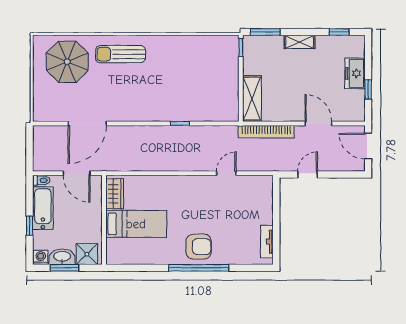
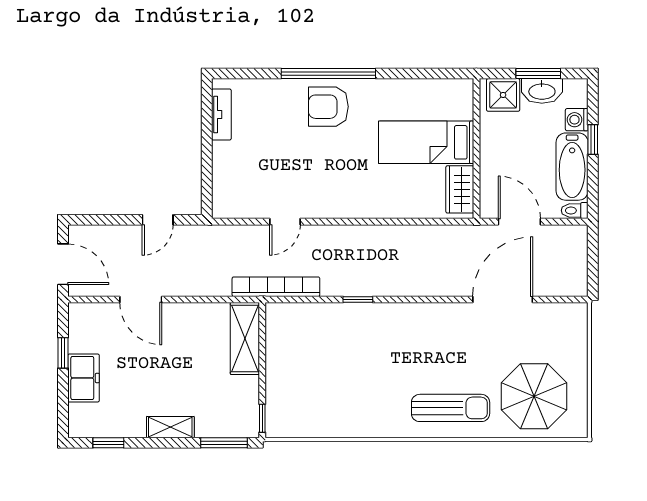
bookcase: (266, 132) -> (276, 287), moved
washing machine: (41, 258) -> (577, 120), moved, turned 90

